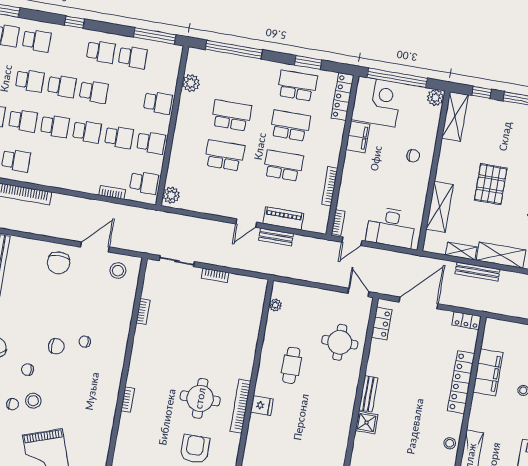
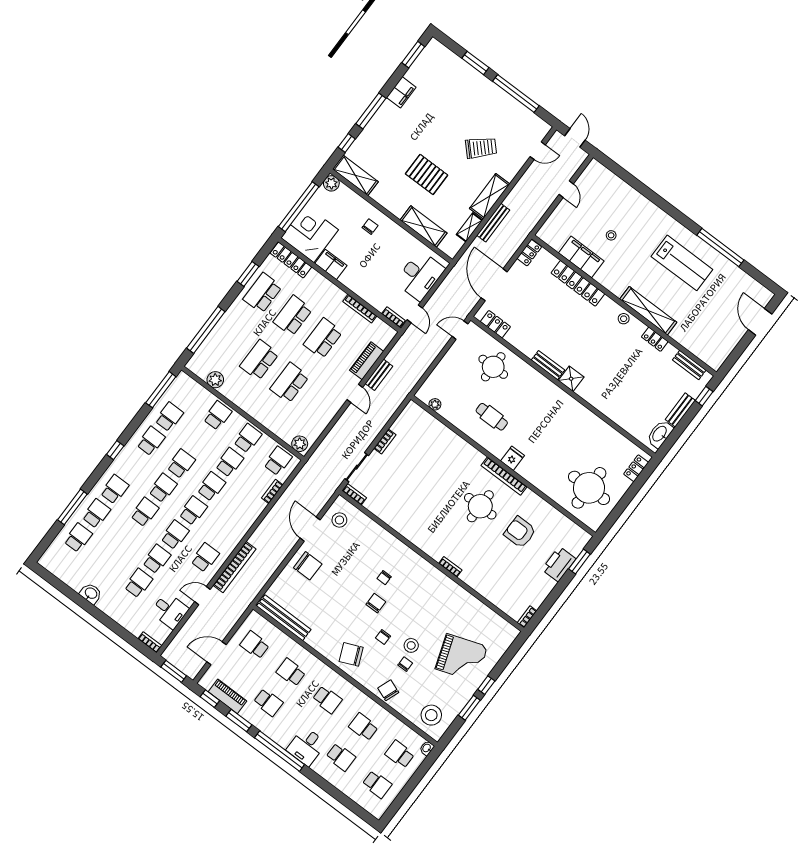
bookcase: (143, 311) -> (354, 494), moved

